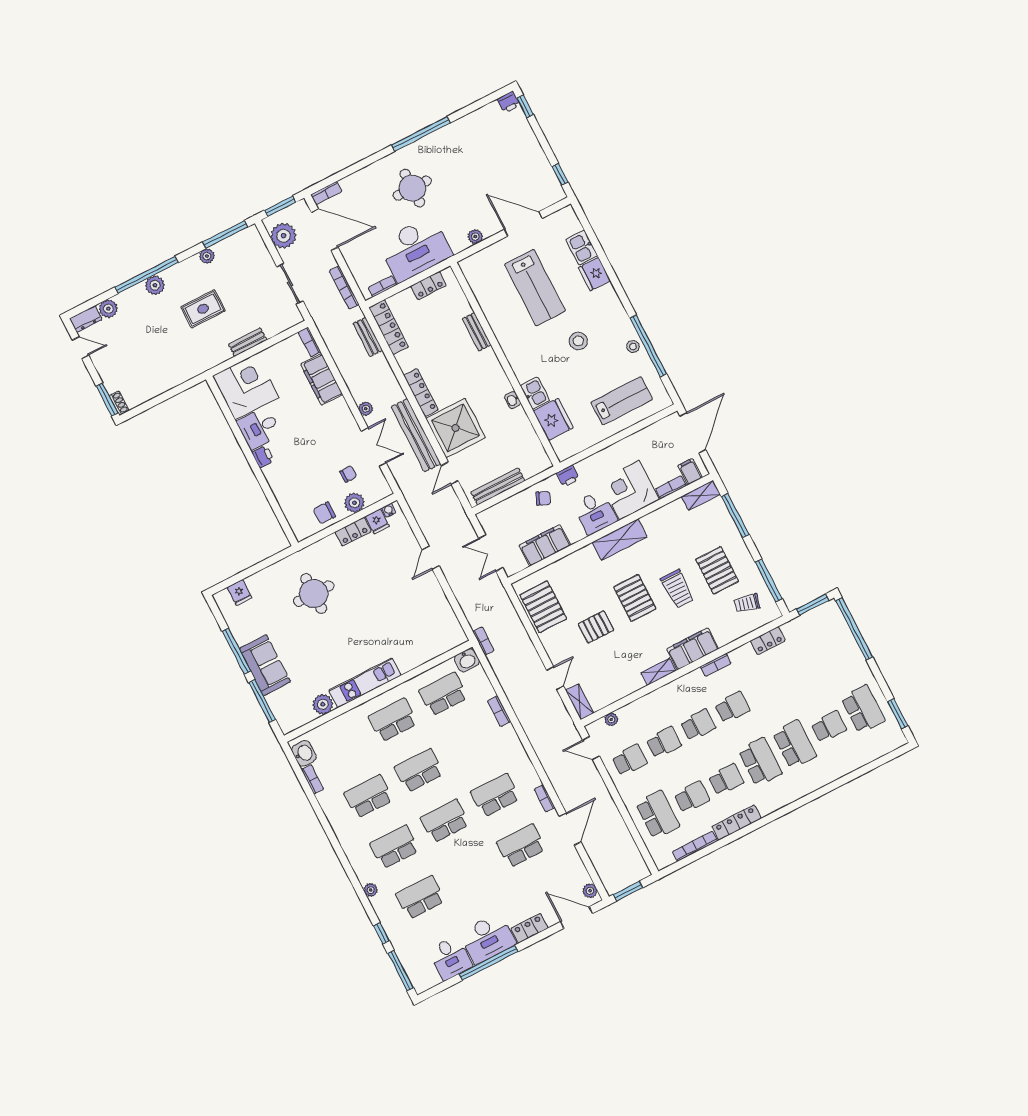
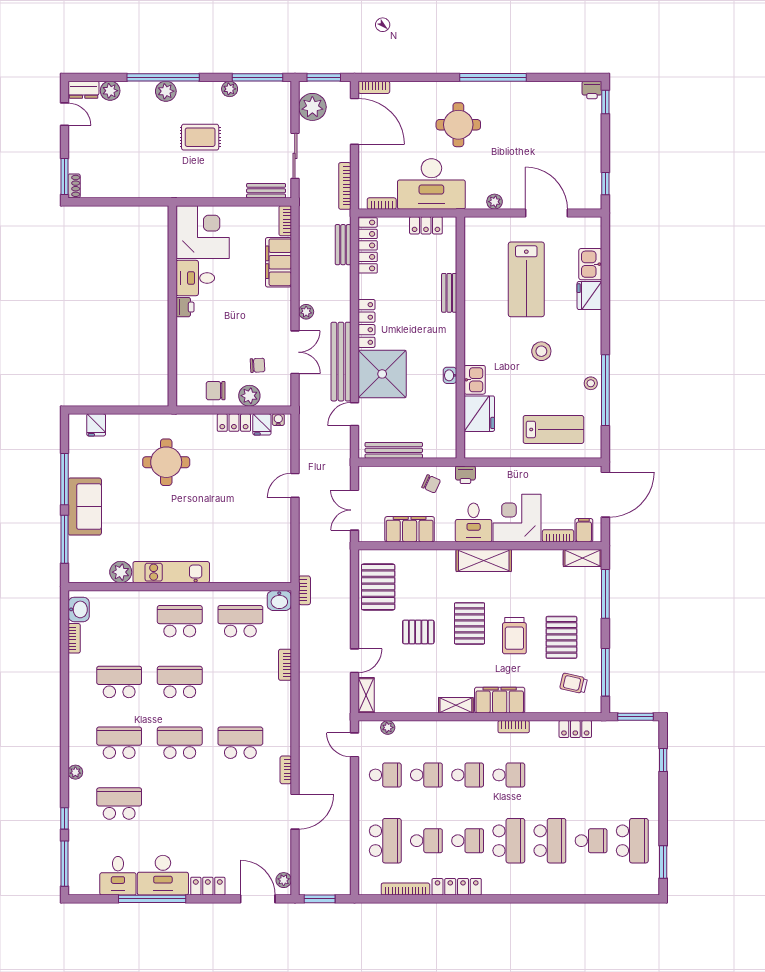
bench: (248, 342) -> (266, 191), moved
window: (854, 629) -> (663, 760), width x0.32
school desk: (521, 846) -> (240, 804), removed

